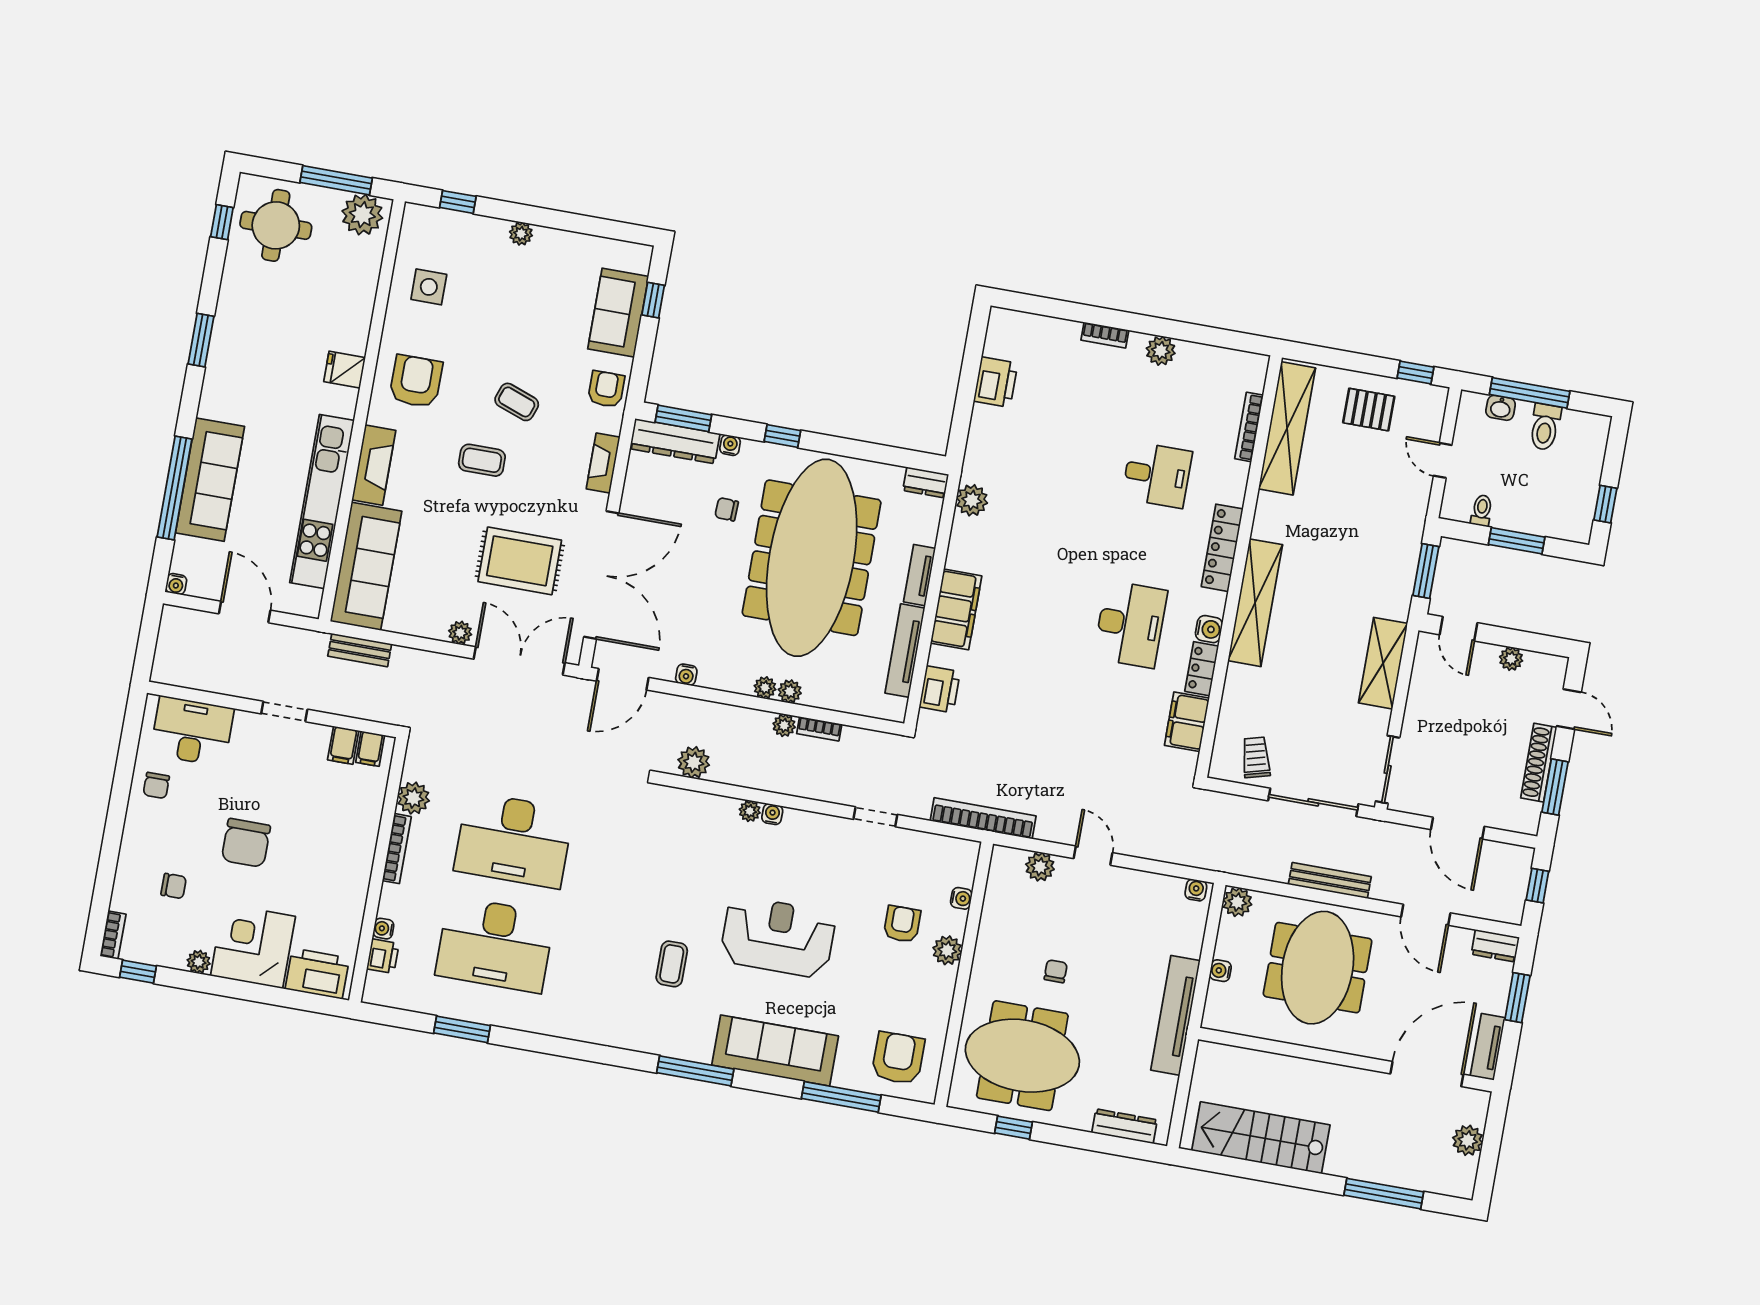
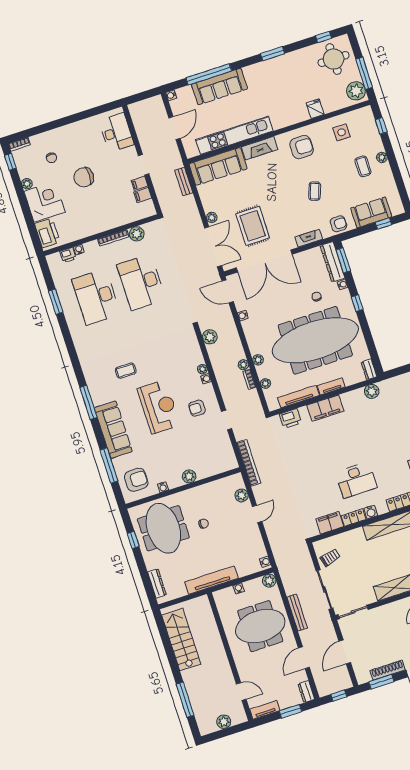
fridge: (345, 370) -> (315, 109), moved
coffee table: (482, 460) -> (363, 166), moved
plant: (765, 688) -> (265, 384), moved
filing cabinet: (370, 749) -> (140, 183), moved
chair: (156, 785) -> (88, 130), removed
water cooler: (961, 898) -> (163, 487), moved
armchair: (902, 924) -> (197, 408), moved, turned 180
door: (1427, 1074) -> (241, 692), width x0.53

